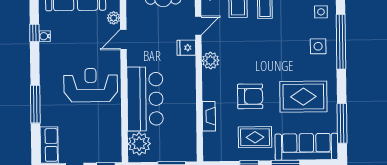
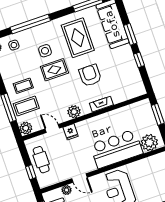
side table: (318, 46) -> (45, 51), moved
fireplace: (209, 116) -> (101, 104), moved
rug: (255, 137) -> (54, 70), moved, turned 90

